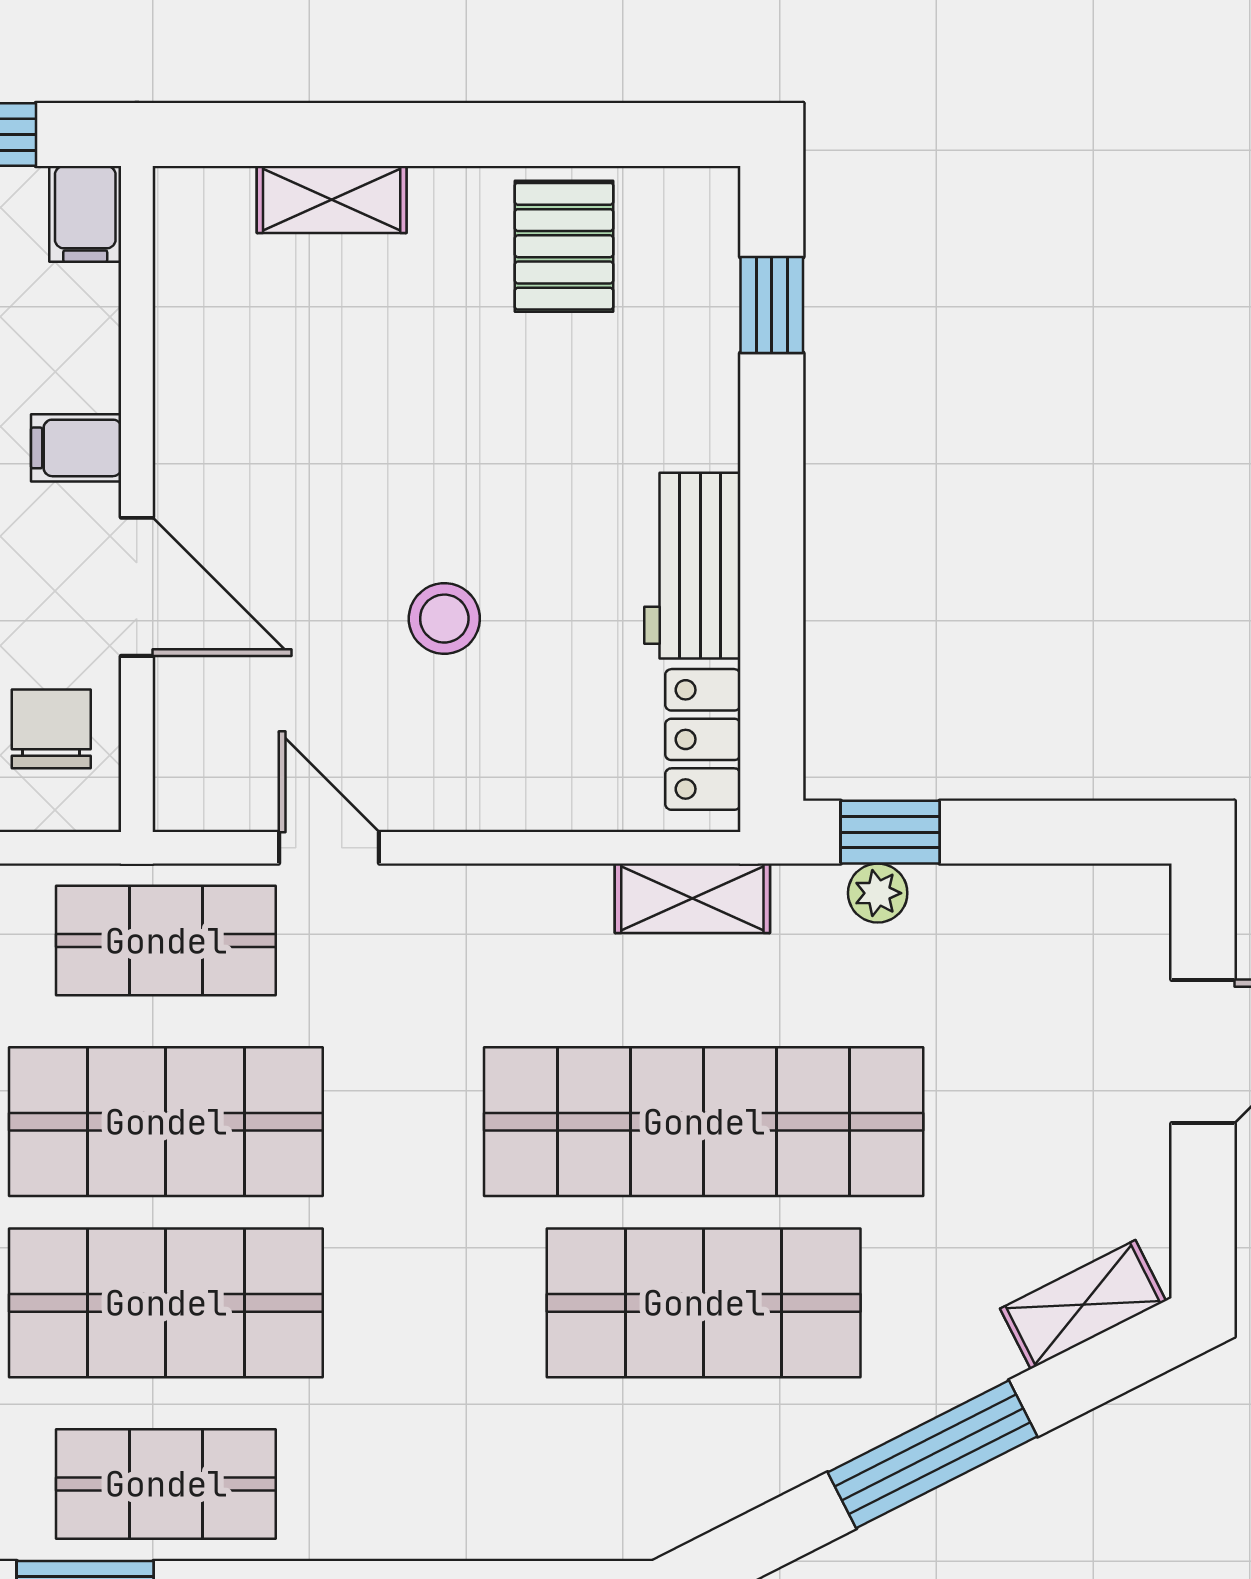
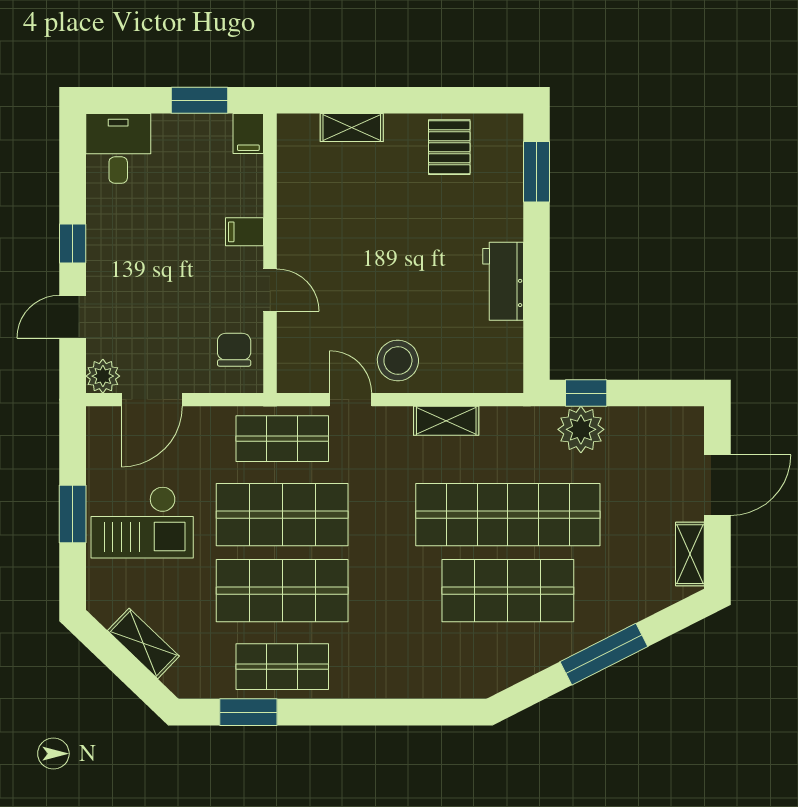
window: (772, 305) -> (536, 172), width x1.50
door: (137, 587) -> (270, 290), width x0.73
stool: (444, 619) -> (398, 361), moved, width x1.38, depth x1.38
locker: (703, 739) -> (508, 354), removed
plant: (878, 893) -> (581, 429), width x1.88, depth x1.88
shelving: (692, 898) -> (446, 421), moved
shelving: (1083, 1305) -> (690, 554), moved, turned -63

